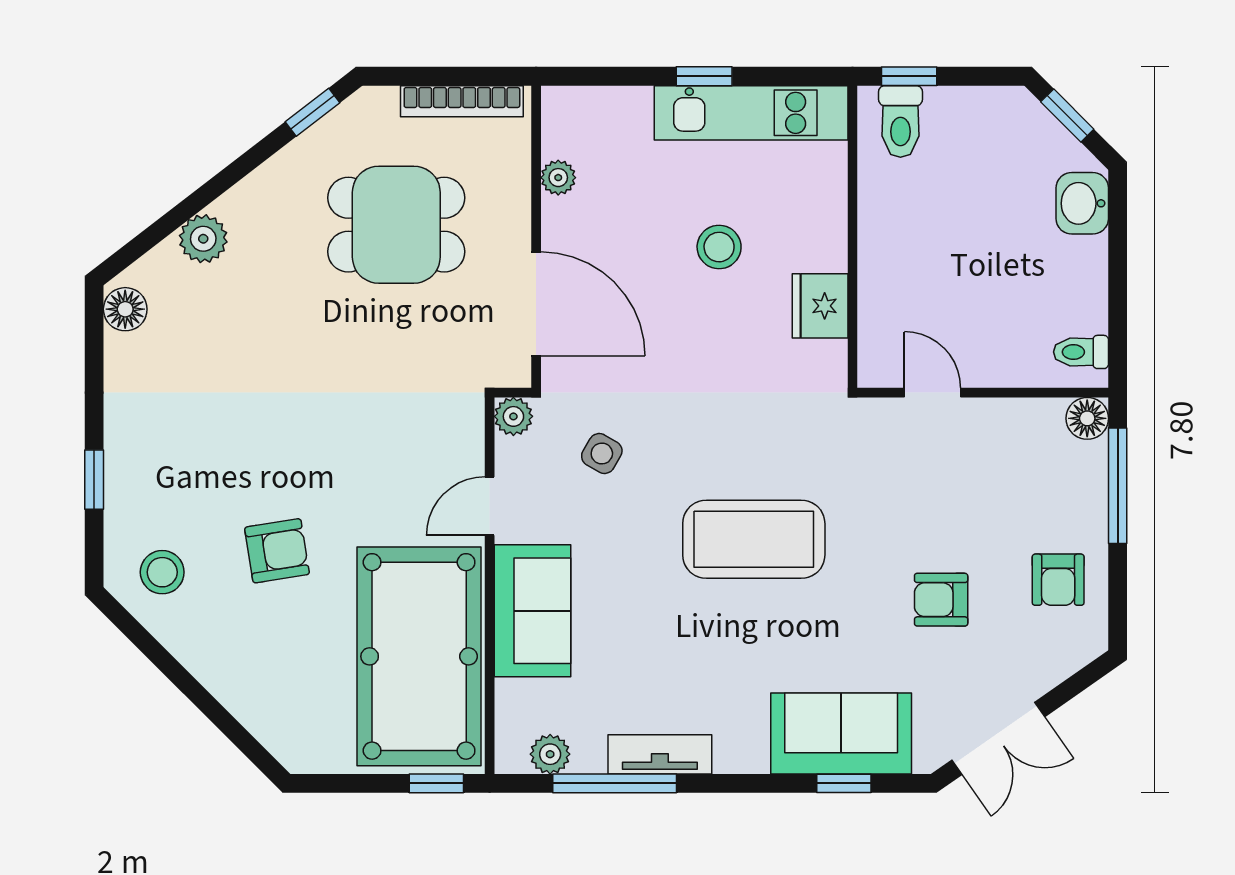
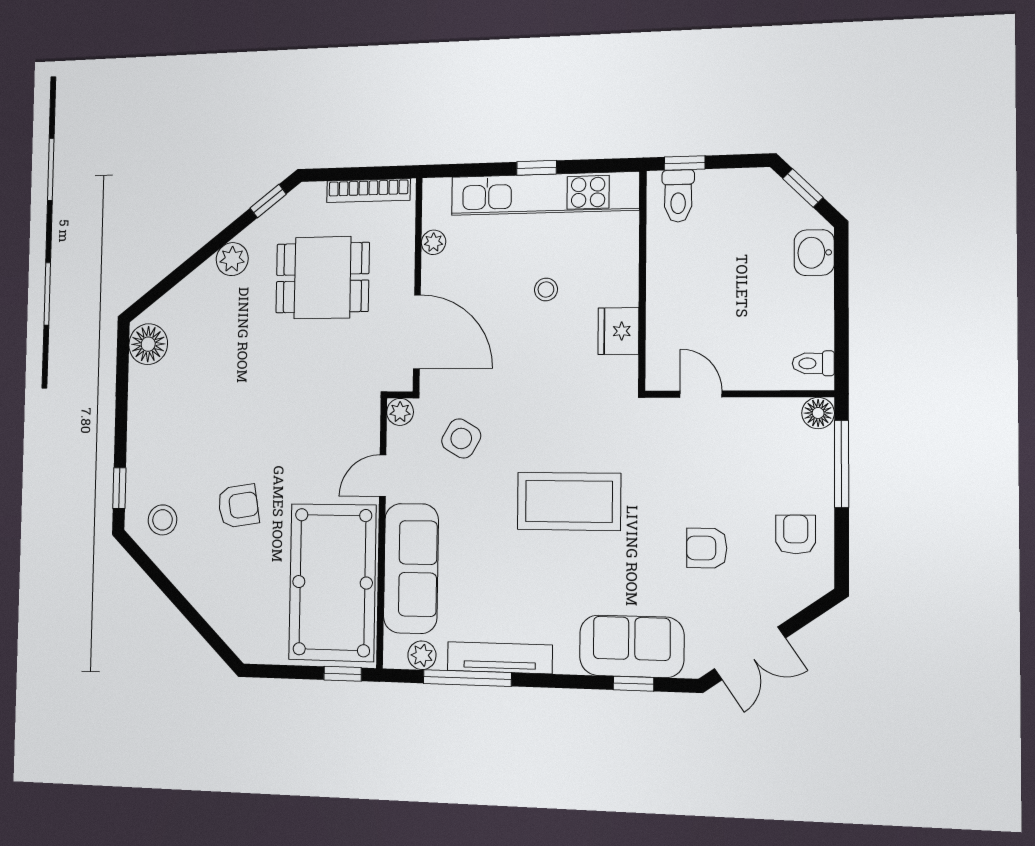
kitchen unit: (751, 113) -> (545, 194), width x1.36
plant: (203, 239) -> (232, 259), moved
stool: (719, 247) -> (546, 290), width x0.73, depth x0.73
floor lamp: (125, 309) -> (148, 344), width x1.38, depth x1.38
side table: (602, 453) -> (461, 438), width x1.37, depth x1.37
window: (94, 480) -> (119, 488), moved
armchair: (1058, 580) -> (796, 534), turned 180
sofa: (532, 611) -> (411, 568), width x1.36
tv unit: (660, 754) -> (500, 658), width x1.41

